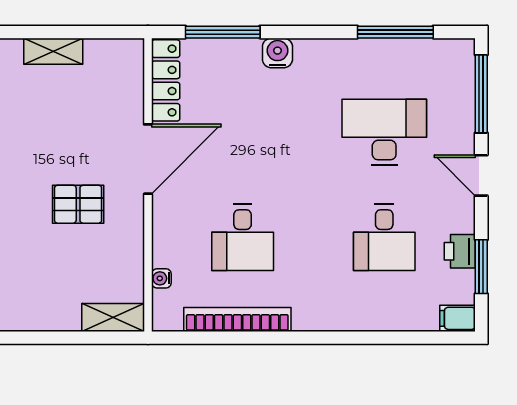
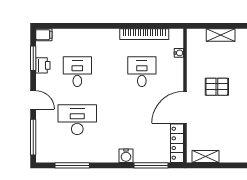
shelving: (53, 51) -> (205, 157), moved
desk: (384, 132) -> (77, 120), turned 180
shelving: (113, 318) -> (221, 35), moved

